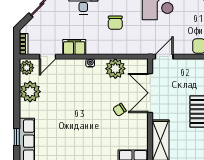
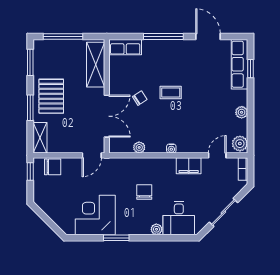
plant: (115, 69) -> (139, 147), width x0.53, depth x0.53
plant: (30, 92) -> (242, 112), width x0.53, depth x0.53
coffee table: (91, 115) -> (171, 92), added

